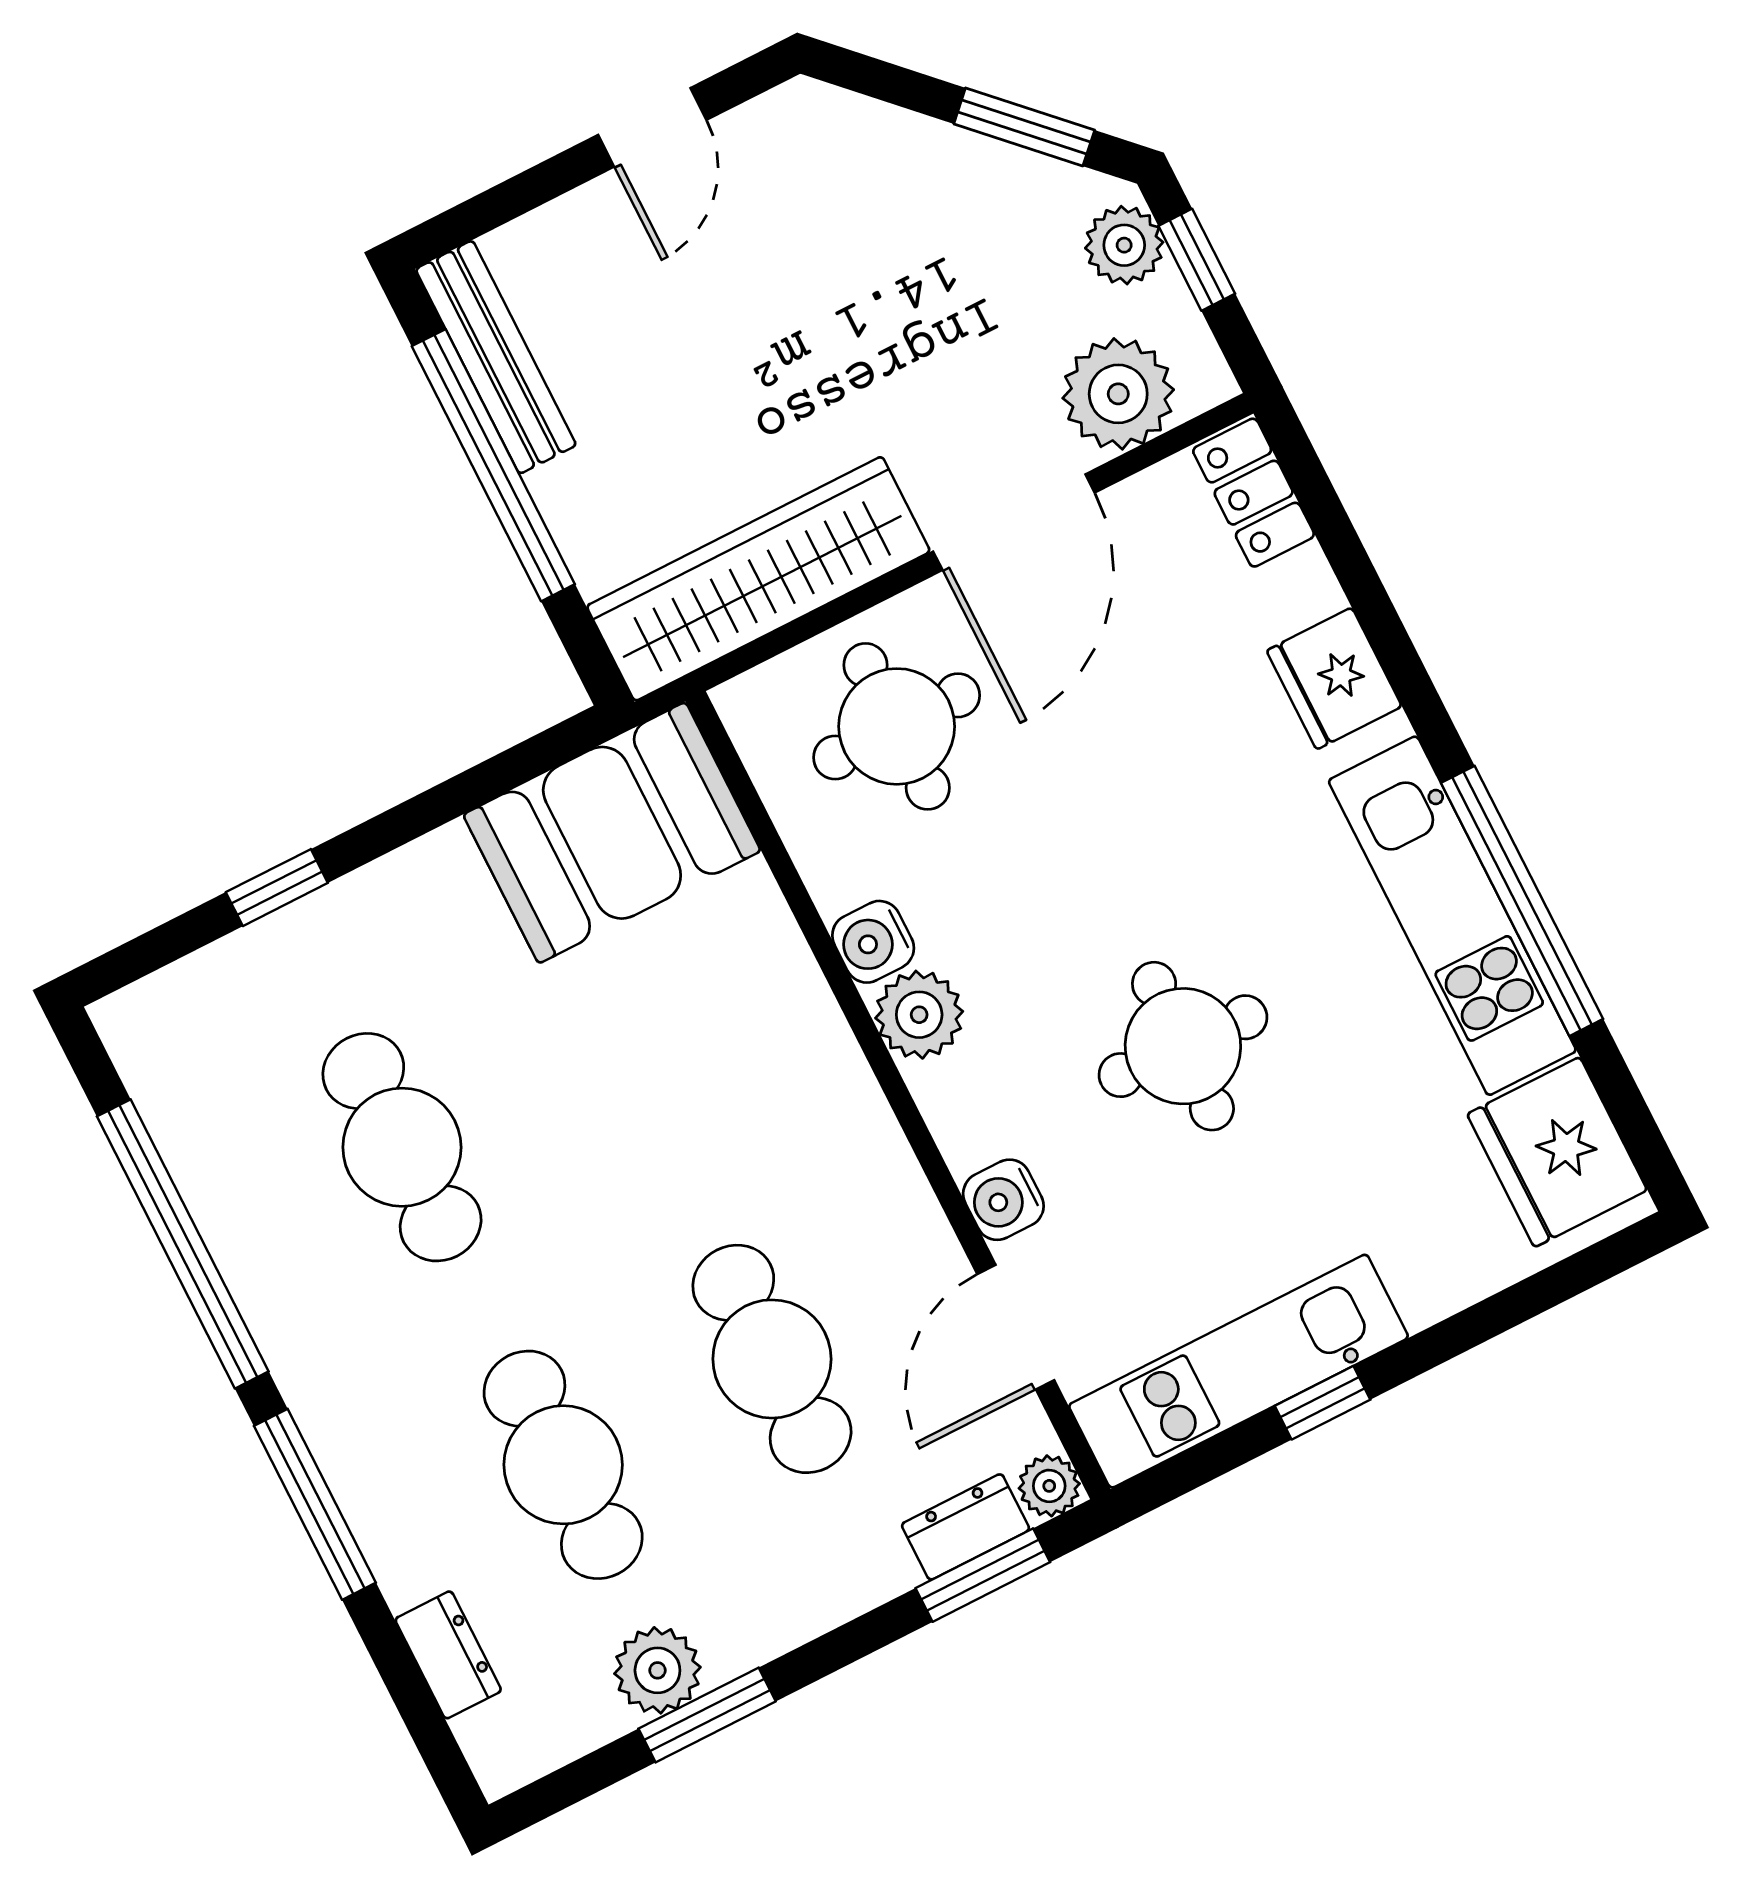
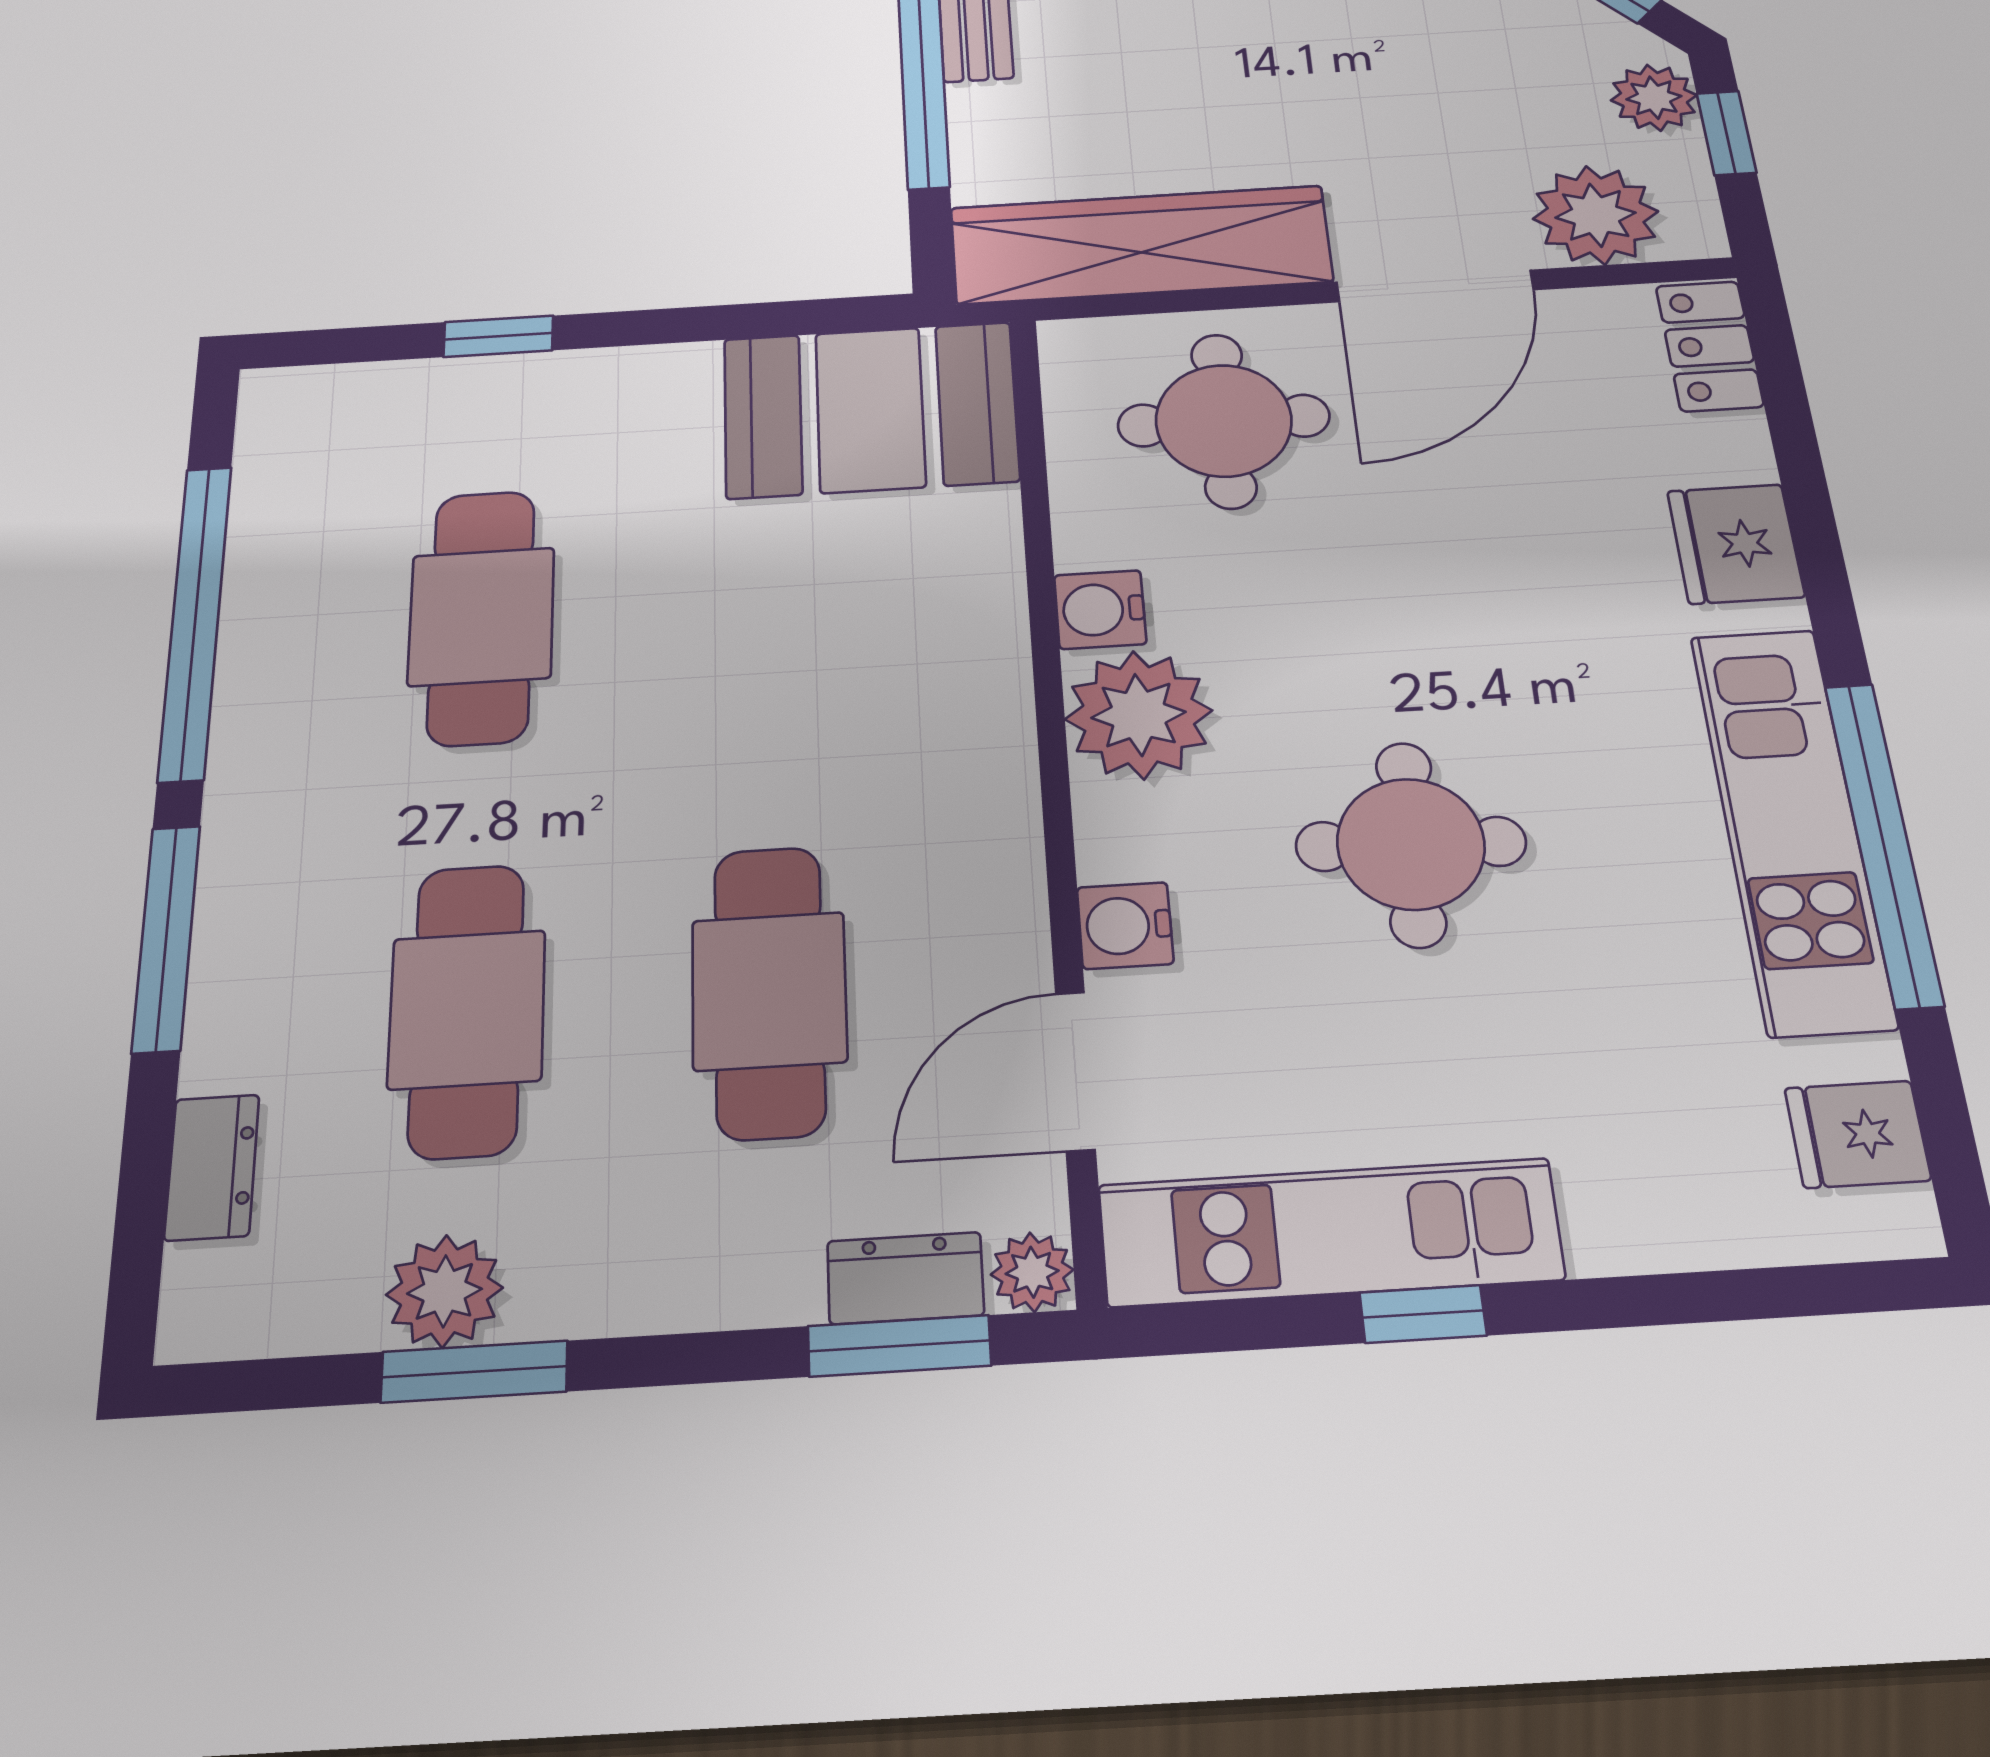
plant: (919, 1015) -> (1139, 715), width x1.36, depth x1.36
fridge: (1557, 1152) -> (1858, 1134), width x0.53, depth x0.75

